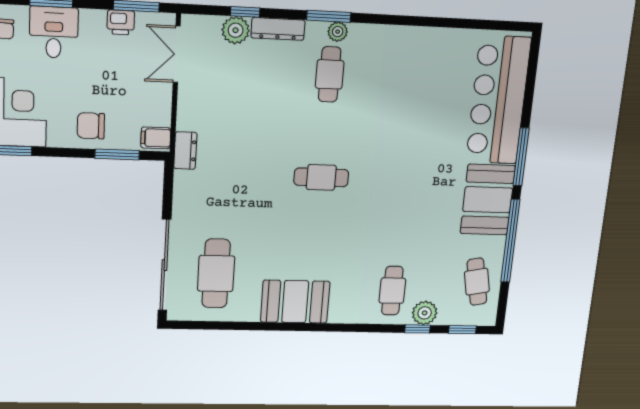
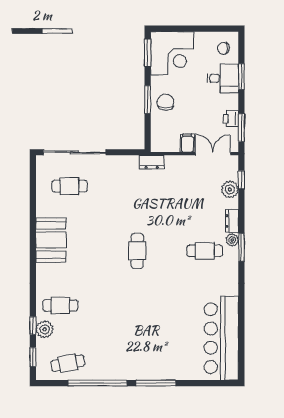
window: (245, 12) -> (241, 180), moved
dresser: (278, 29) -> (232, 221), width x0.70
plant: (338, 32) -> (232, 240), moved
bar counter: (498, 100) -> (221, 338), moved, turned -90
filing cabinet: (156, 138) -> (187, 143), moved
window: (117, 154) -> (148, 99), moved
booth: (488, 200) -> (126, 364), removed
cafe table: (216, 273) -> (70, 186), width x0.73, depth x0.74

